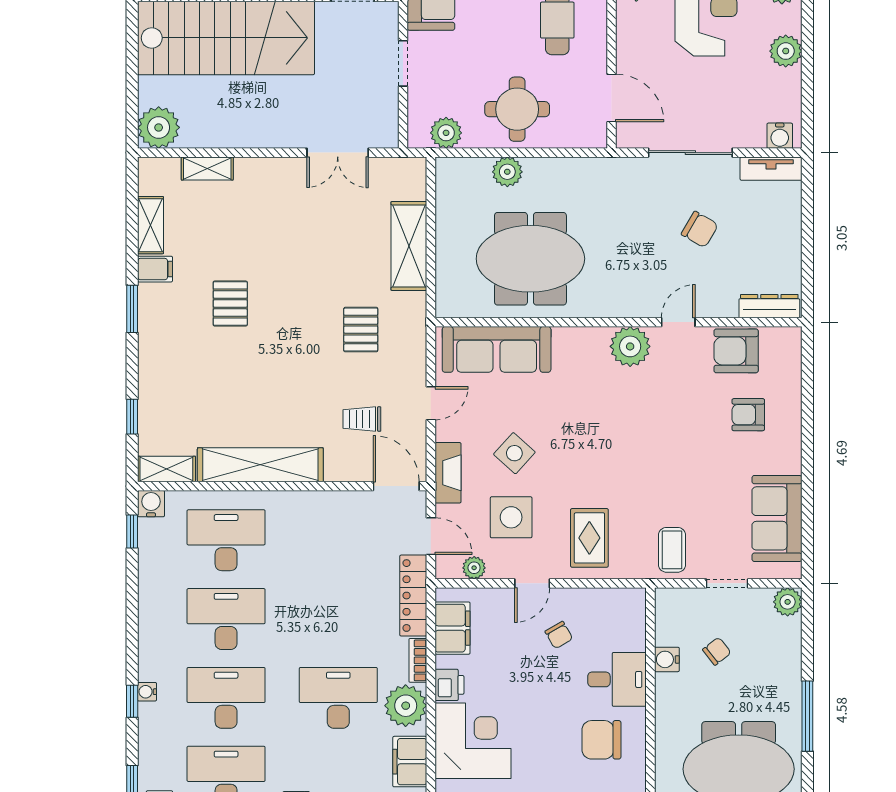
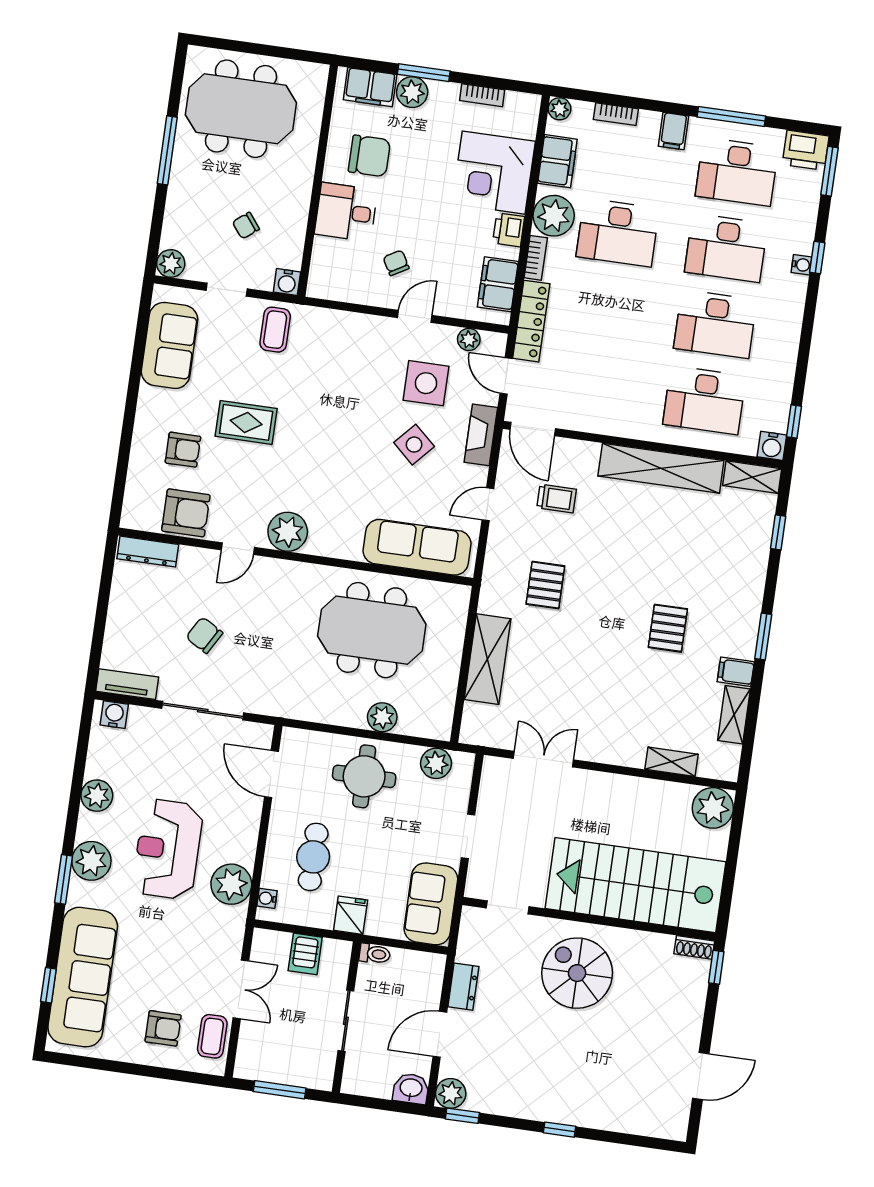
rug: (589, 538) -> (246, 422), moved, turned 90
water cooler: (667, 659) -> (287, 282), moved, turned 90

